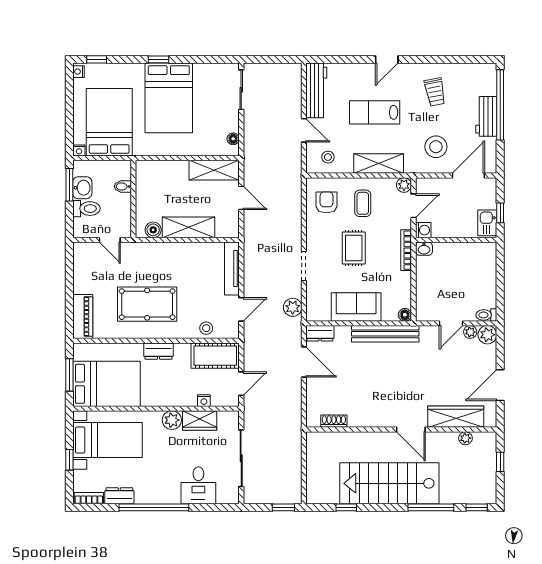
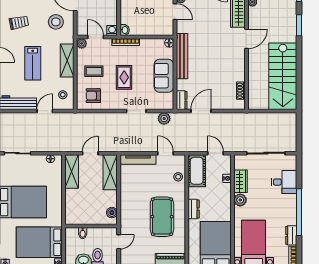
shelving: (189, 227) -> (110, 172), moved
rug: (354, 248) -> (124, 77), turned 90
stairs: (389, 483) -> (283, 76), moved
window: (283, 507) -> (299, 125), removed
window: (346, 507) -> (299, 82), removed
window: (431, 507) -> (299, 25), width x0.69

